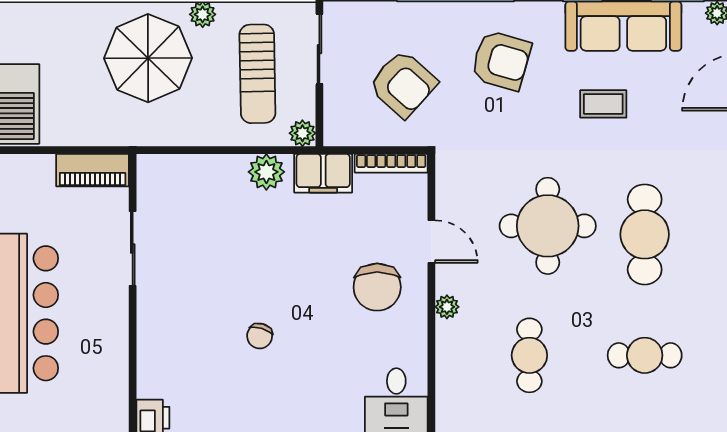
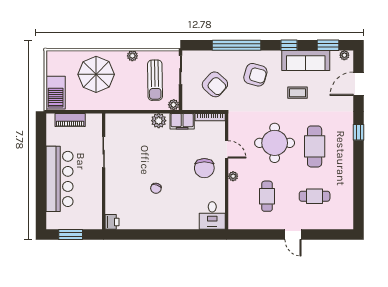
parasol: (148, 58) -> (96, 74), moved
piano: (93, 170) -> (70, 120), moved

